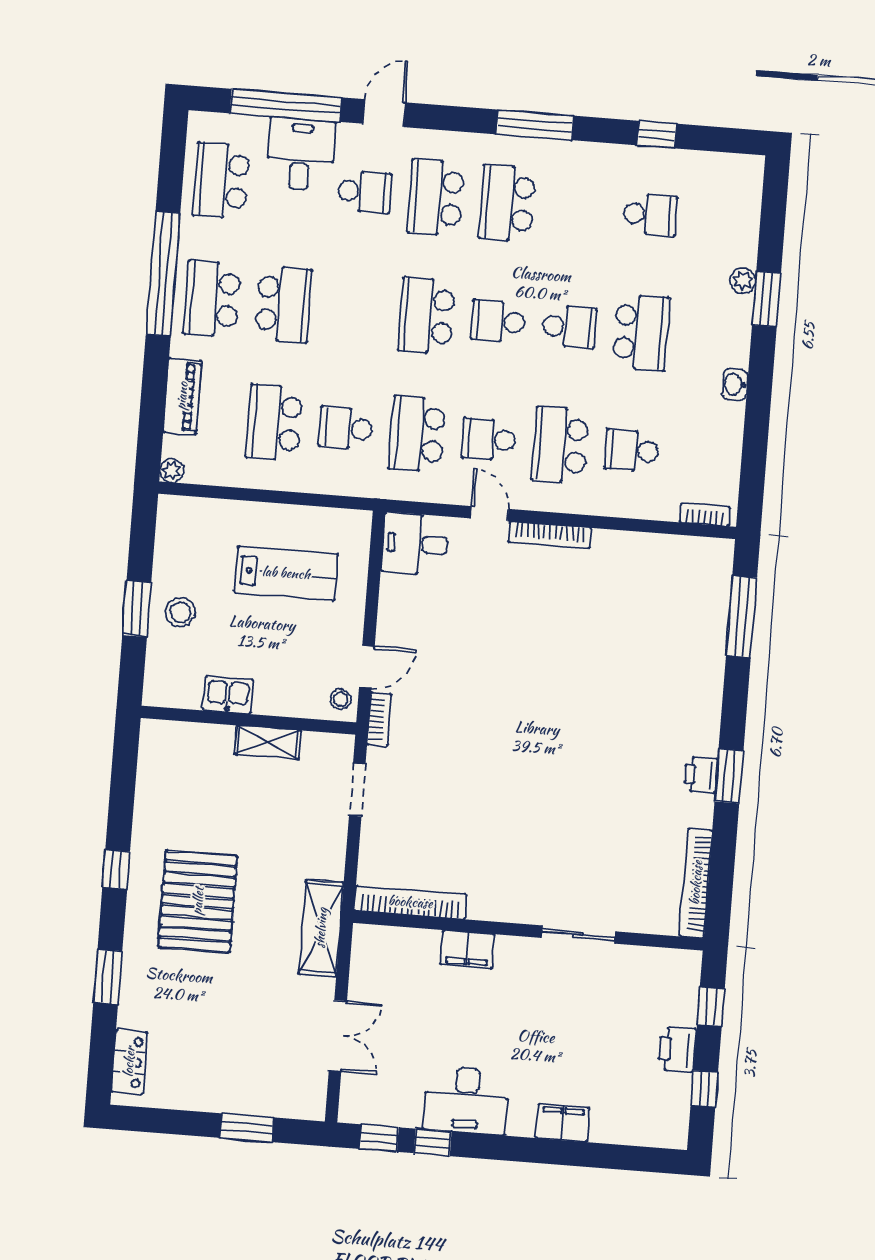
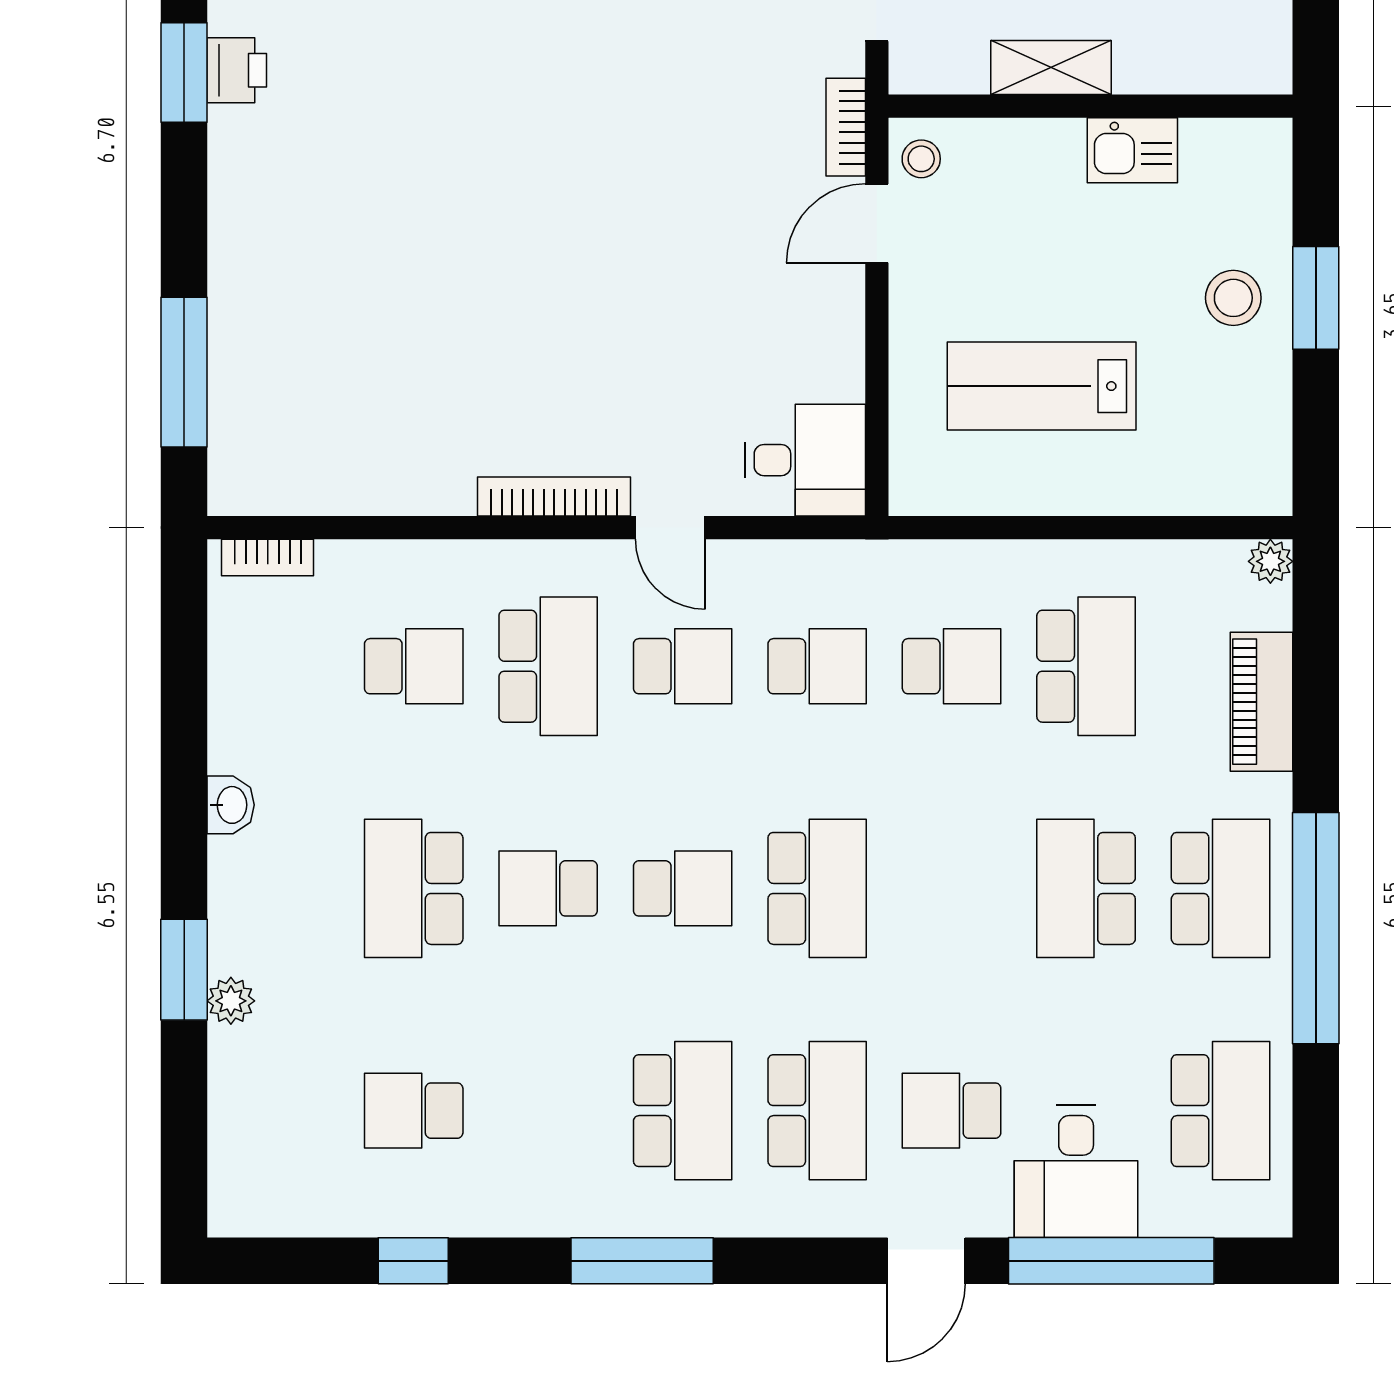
school desk: (417, 434) -> (817, 666), width x0.54

